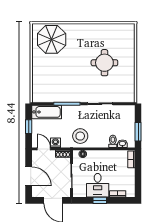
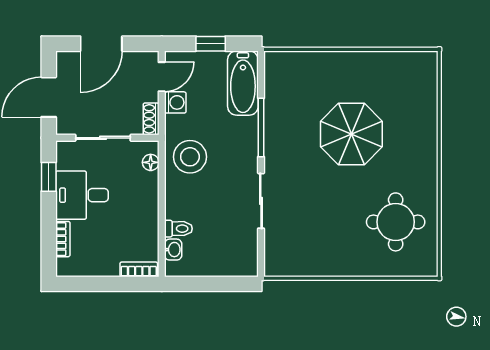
parasol: (52, 39) -> (351, 134), moved
round table: (104, 63) -> (396, 222), moved
window: (138, 132) -> (200, 284), removed
window: (100, 200) -> (49, 177), moved

